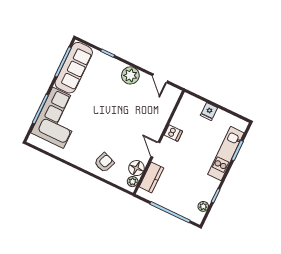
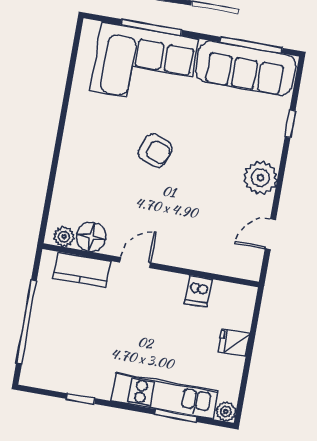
dishwasher: (173, 133) -> (198, 291), moved
armchair: (104, 163) -> (155, 151), moved
plant: (203, 206) -> (226, 411), moved

